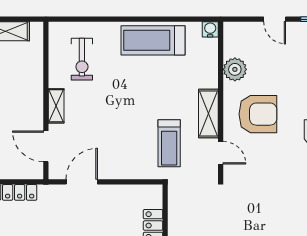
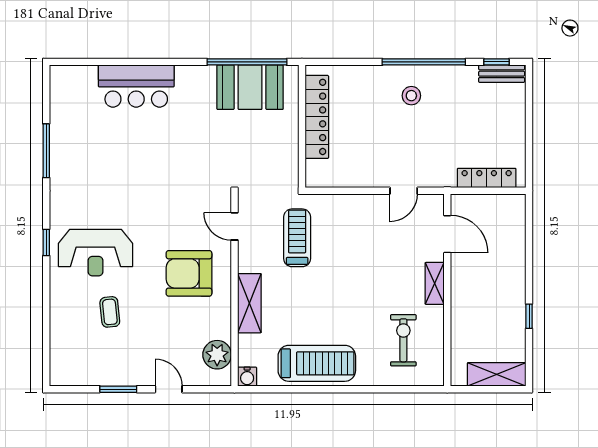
plant: (235, 69) -> (217, 355), moved
shelving: (208, 114) -> (249, 303), moved
door: (82, 182) -> (404, 191), width x0.73

